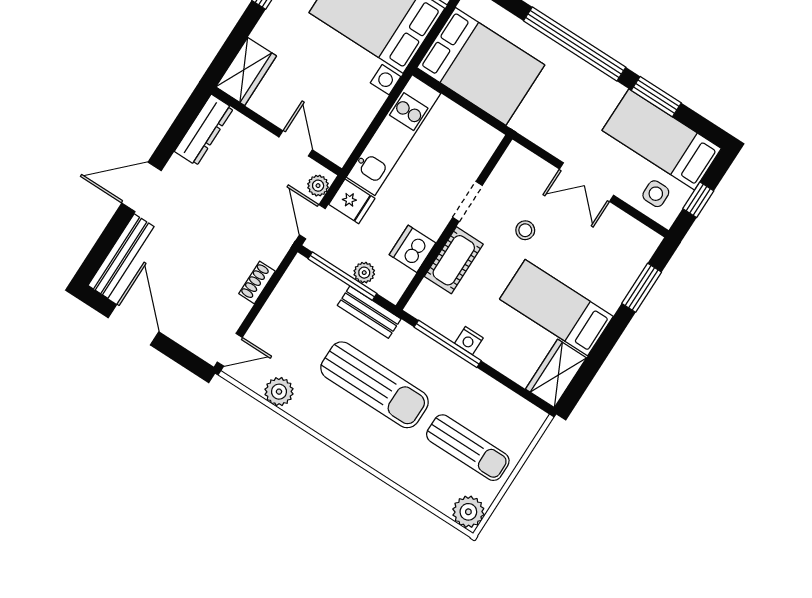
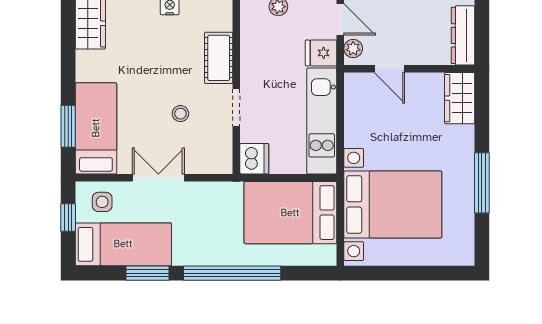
dishwasher: (412, 249) -> (254, 159), moved
bed: (556, 308) -> (96, 128), moved, turned -90

